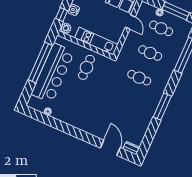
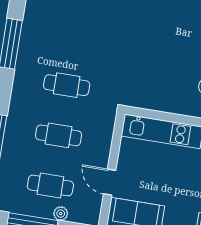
cafe table: (86, 67) -> (167, 79), removed

